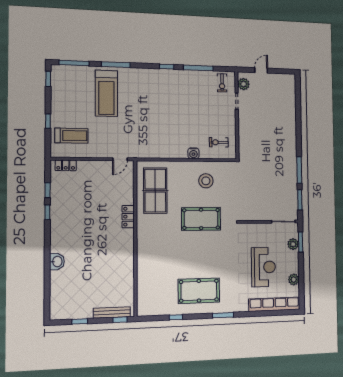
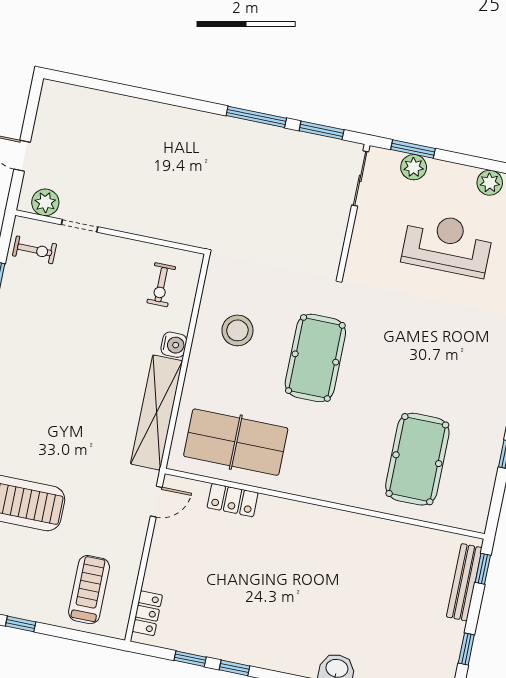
window: (48, 121) -> (21, 624), moved
shelving: (161, 151) -> (156, 412), added
door: (120, 159) -> (156, 502), hinge flipped
locker: (128, 217) -> (233, 500), moved
pool table: (199, 291) -> (417, 459), moved

